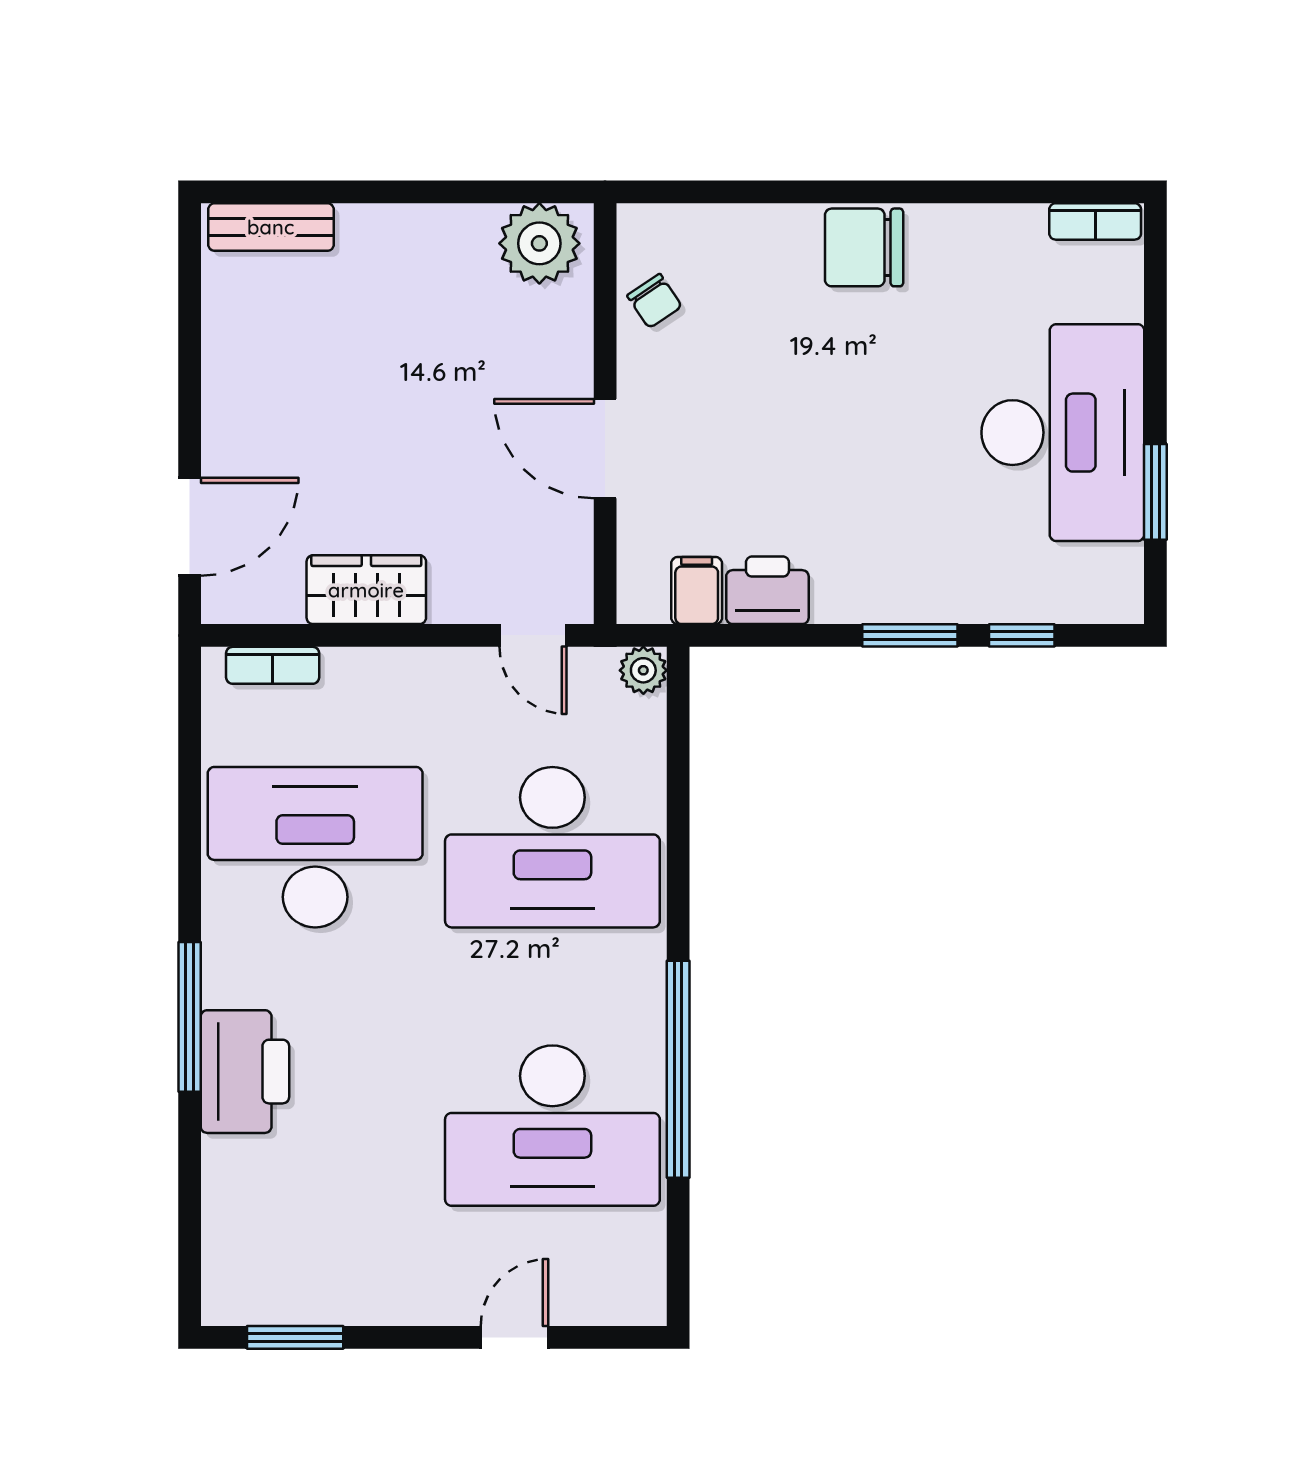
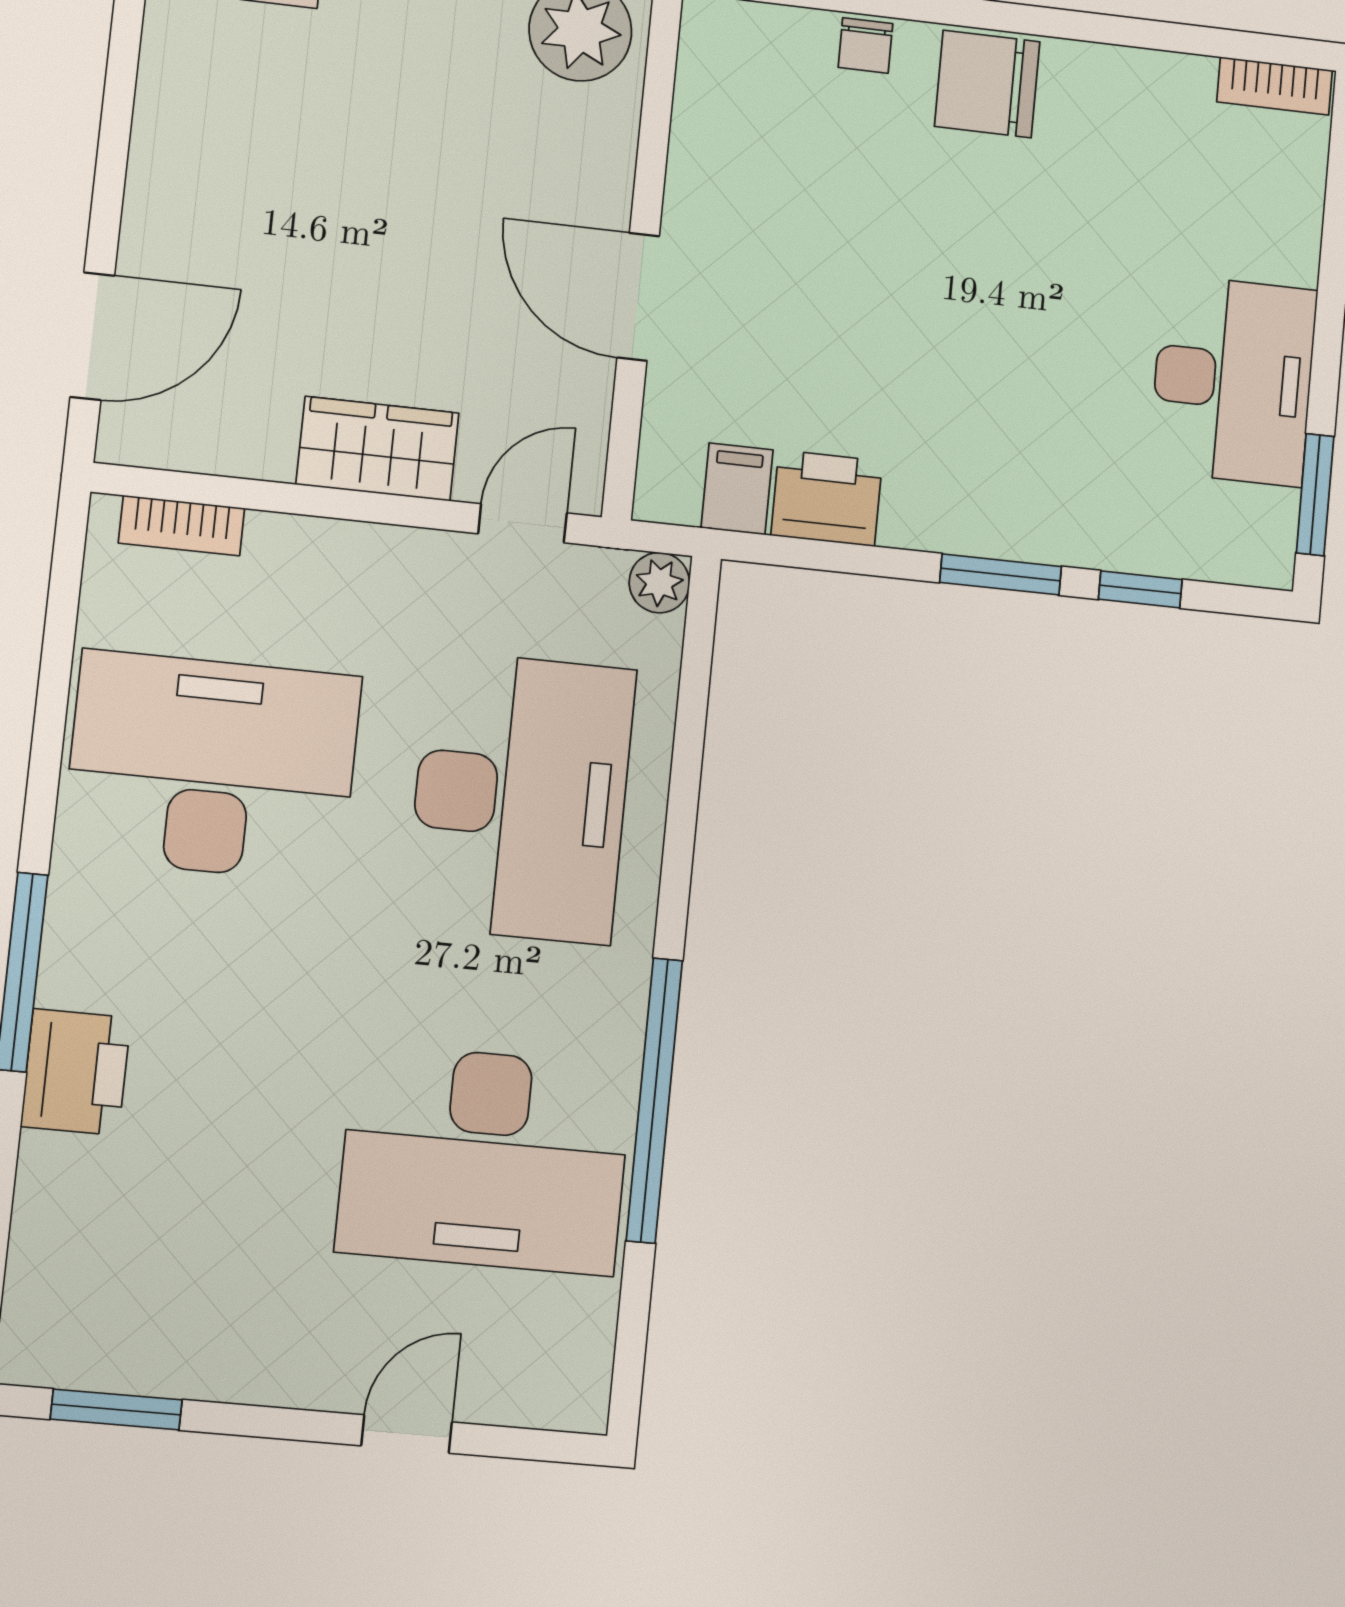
chair: (654, 301) -> (865, 45), moved, turned 34
desk: (1063, 433) -> (1233, 380), width x0.73, depth x0.77
window: (1155, 492) -> (1315, 495), moved
wardrobe: (366, 590) -> (377, 449), moved
door: (533, 635) -> (523, 523), swing flipped
desk: (552, 847) -> (520, 797), turned -90
printer: (245, 1072) -> (76, 1072), width x0.73, depth x0.84

